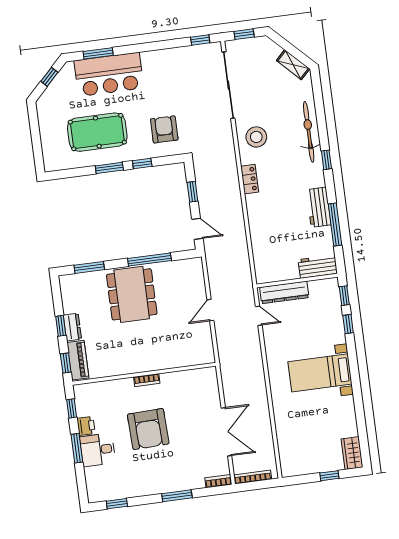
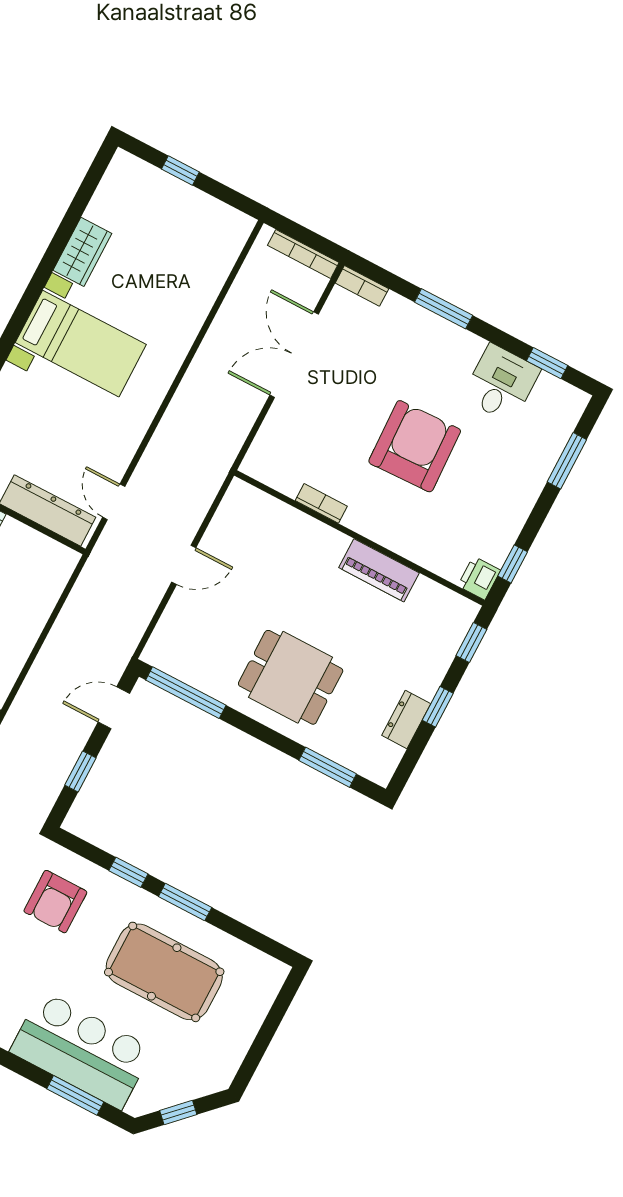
door: (197, 229) -> (114, 708), hinge flipped
window: (149, 260) -> (186, 693), moved
dining table: (132, 294) -> (291, 677), width x0.73
dresser: (72, 327) -> (406, 719), moved
piano: (78, 360) -> (379, 570), moved, turned -90
bookcase: (147, 380) -> (321, 503), moved
printer: (86, 426) -> (479, 578), moved
window: (77, 448) -> (567, 461), moved
desk: (98, 450) -> (501, 383), moved, turned -90
wardrobe: (352, 453) -> (82, 252), moved

